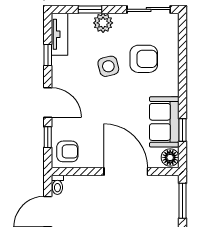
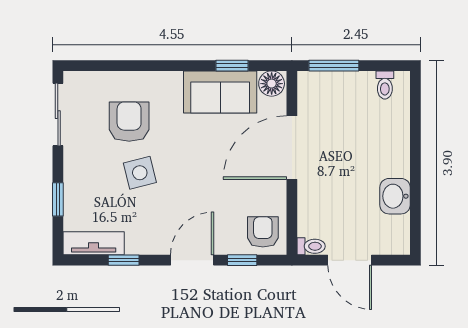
plant: (103, 23) -> (77, 180), removed

